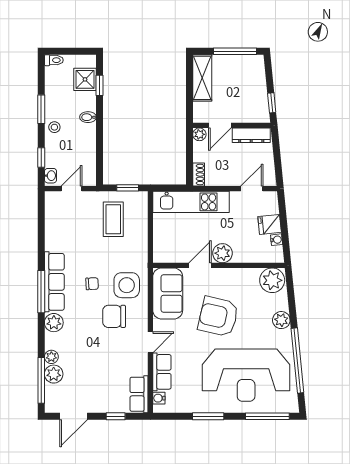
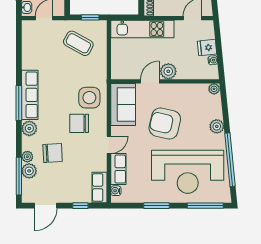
coffee table: (113, 219) -> (78, 43), turned -61
plant: (272, 280) -> (214, 89), width x0.53, depth x0.53
chair: (92, 284) -> (53, 153), moved, width x1.87, depth x1.87

